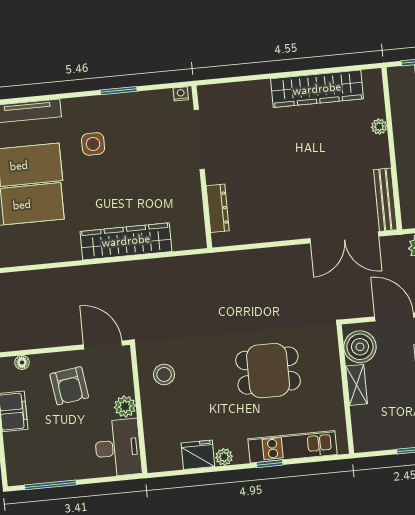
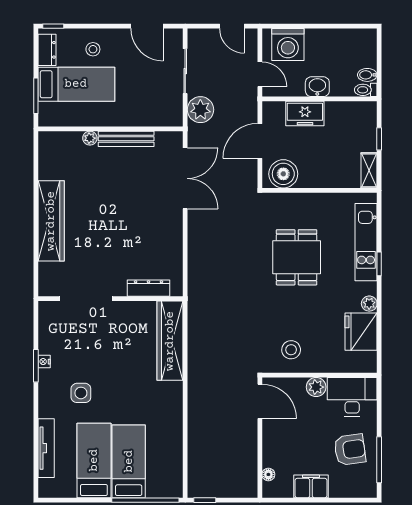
wardrobe: (317, 89) -> (51, 221), moved
nightstand: (181, 94) -> (44, 362), moved
bench: (385, 200) -> (126, 139), moved
wardrobe: (126, 241) -> (170, 341), moved
door: (103, 345) -> (260, 401), swing flipped
shelving: (357, 385) -> (369, 170), moved, turned 90
armchair: (69, 386) -> (350, 450), moved
fridge: (198, 455) -> (361, 332), width x1.36, depth x1.34

